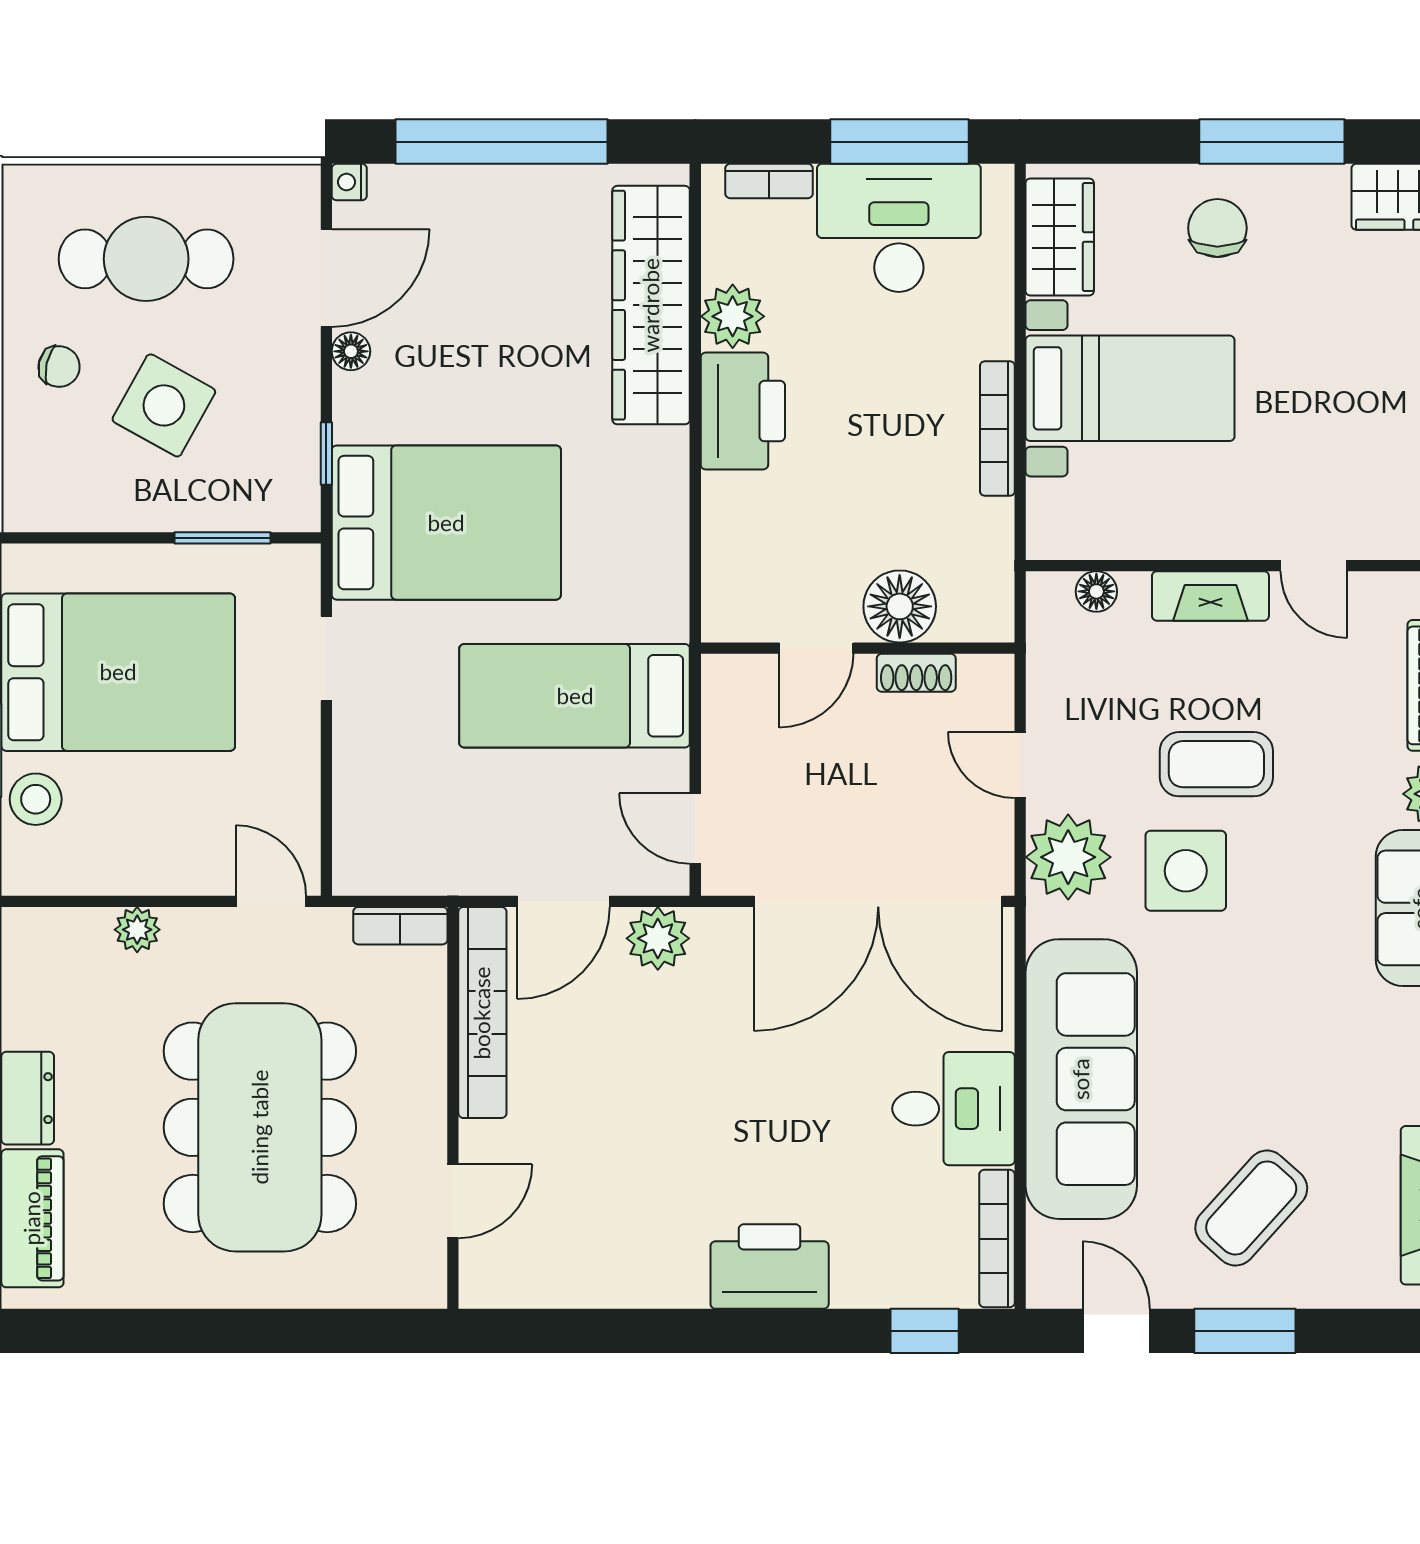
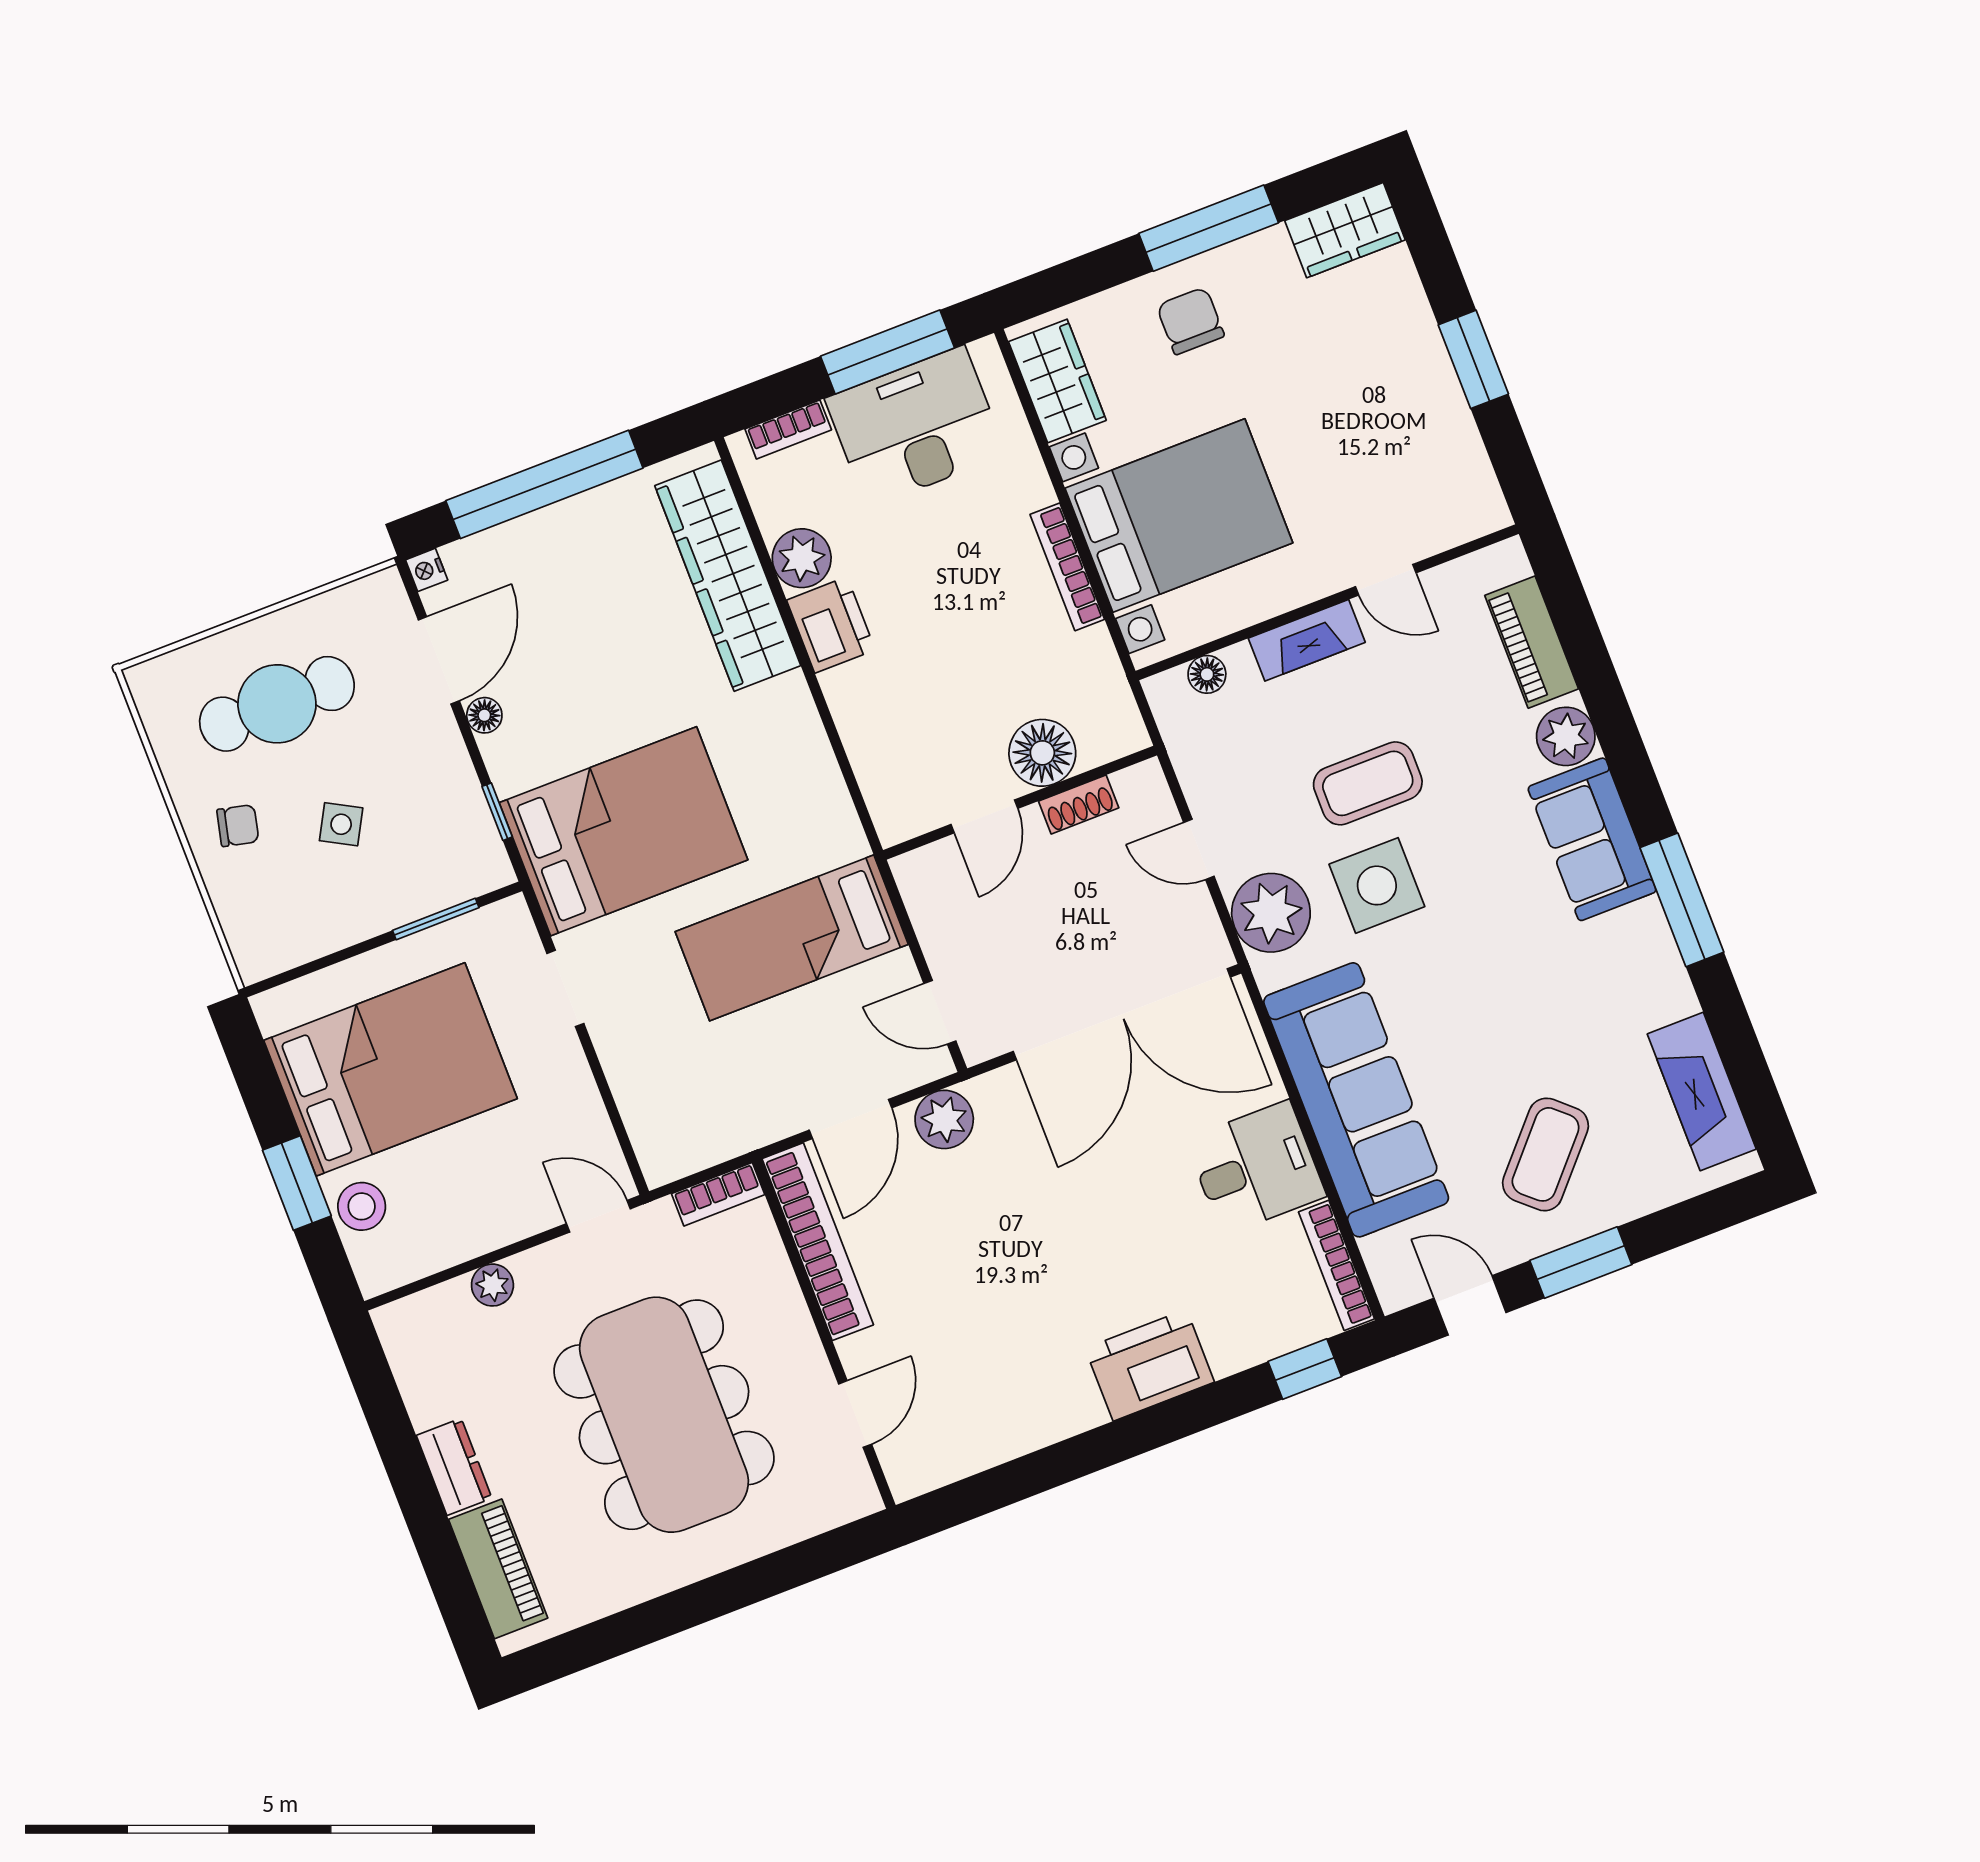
bed with nightstands: (1130, 388) -> (1179, 516), width x1.36
side table: (164, 405) -> (341, 824), width x0.54, depth x0.54
printer: (743, 411) -> (831, 625), width x0.73, depth x0.84

